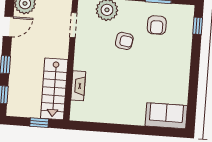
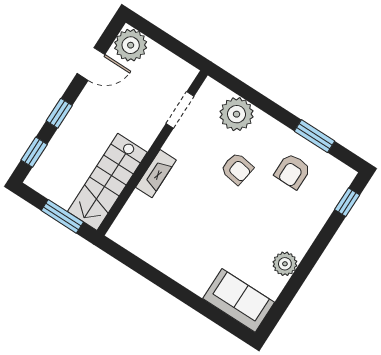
plant: (181, 80) -> (285, 264), added
fireplace: (78, 86) -> (156, 174), moved
window: (39, 123) -> (62, 216), width x1.50

